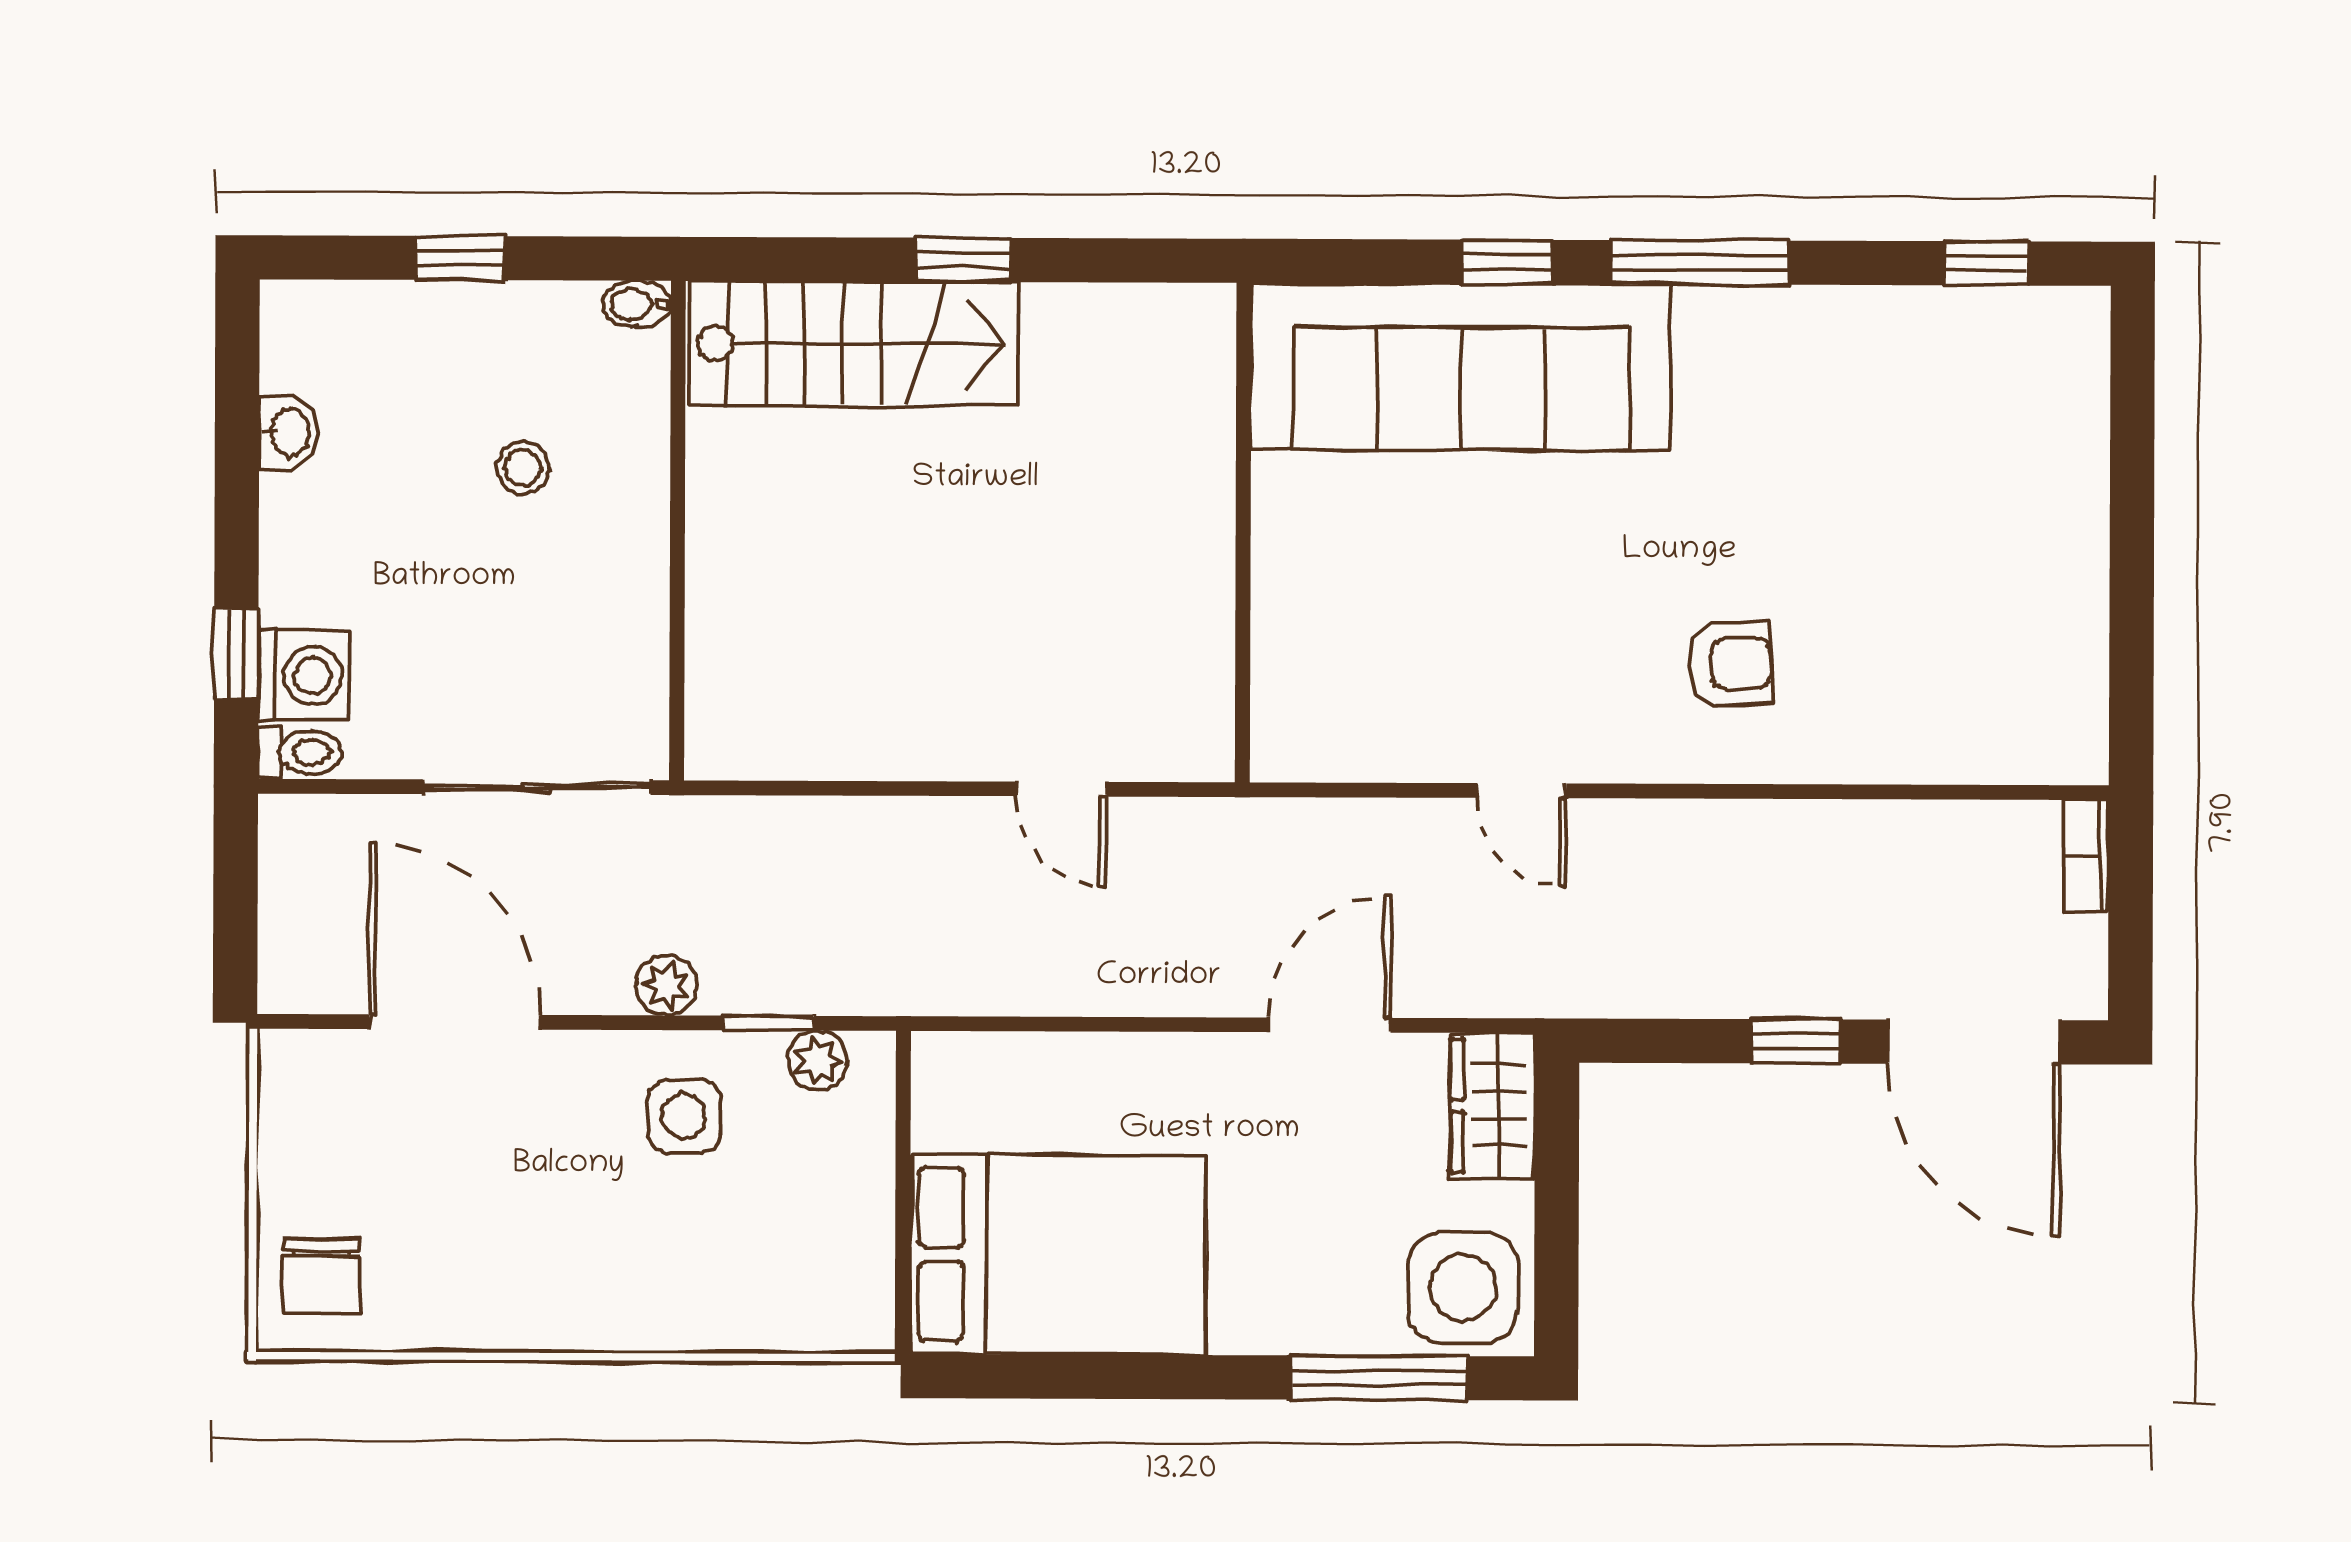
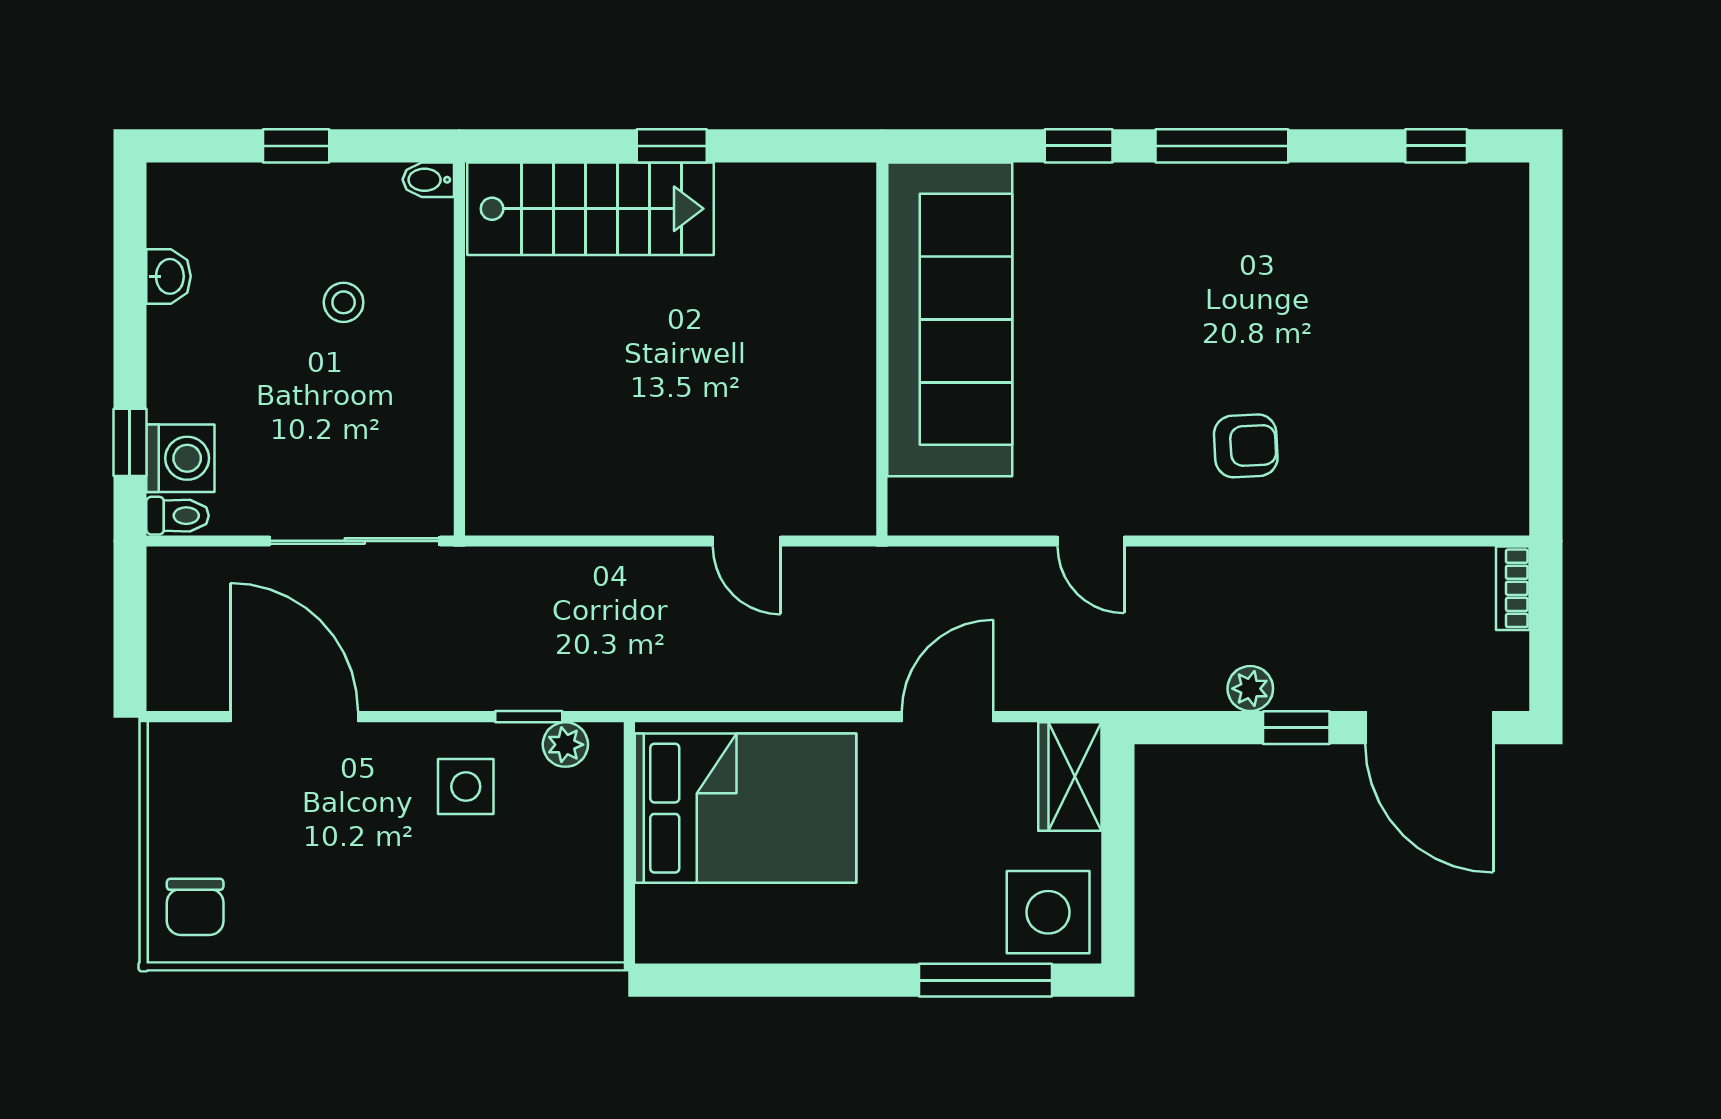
sofa: (1461, 367) -> (950, 319), moved, turned -90
plant: (667, 985) -> (1250, 689), moved
bed: (1058, 1255) -> (746, 808), moved

